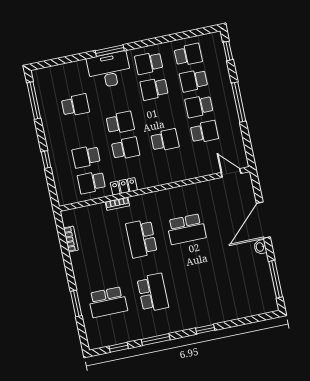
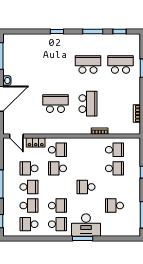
school desk: (126, 148) -> (57, 150), moved, turned 180
locker: (124, 186) -> (36, 142), moved
school desk: (153, 293) -> (88, 64), turned 90

